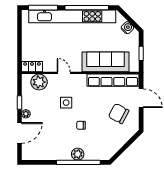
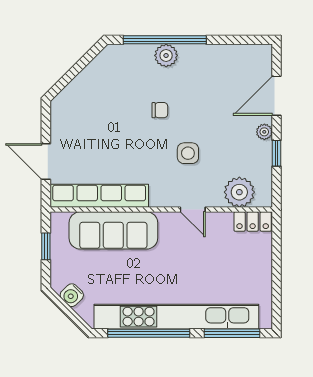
chair: (119, 114) -> (88, 132), removed

